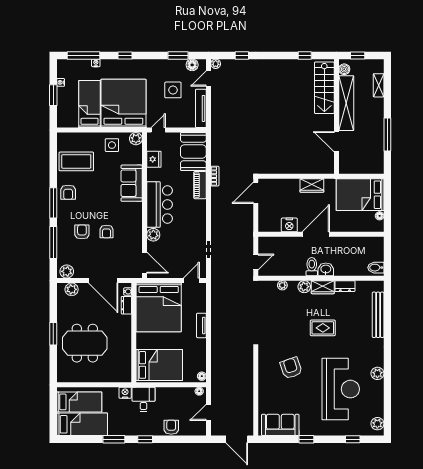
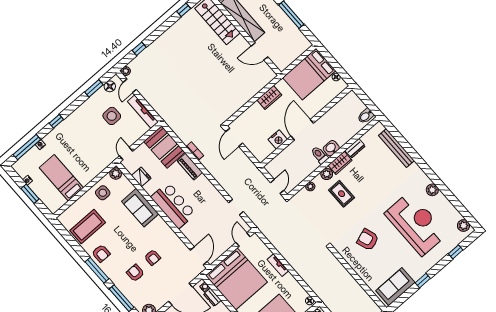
bed: (123, 103) -> (85, 156), removed
plant: (153, 235) -> (188, 231), removed
door: (144, 263) -> (199, 256), hinge flipped
rug: (323, 328) -> (342, 194), moved, turned 90

